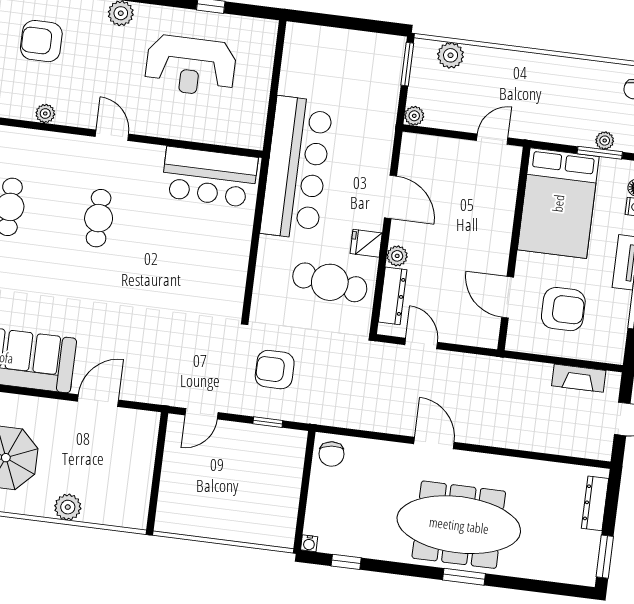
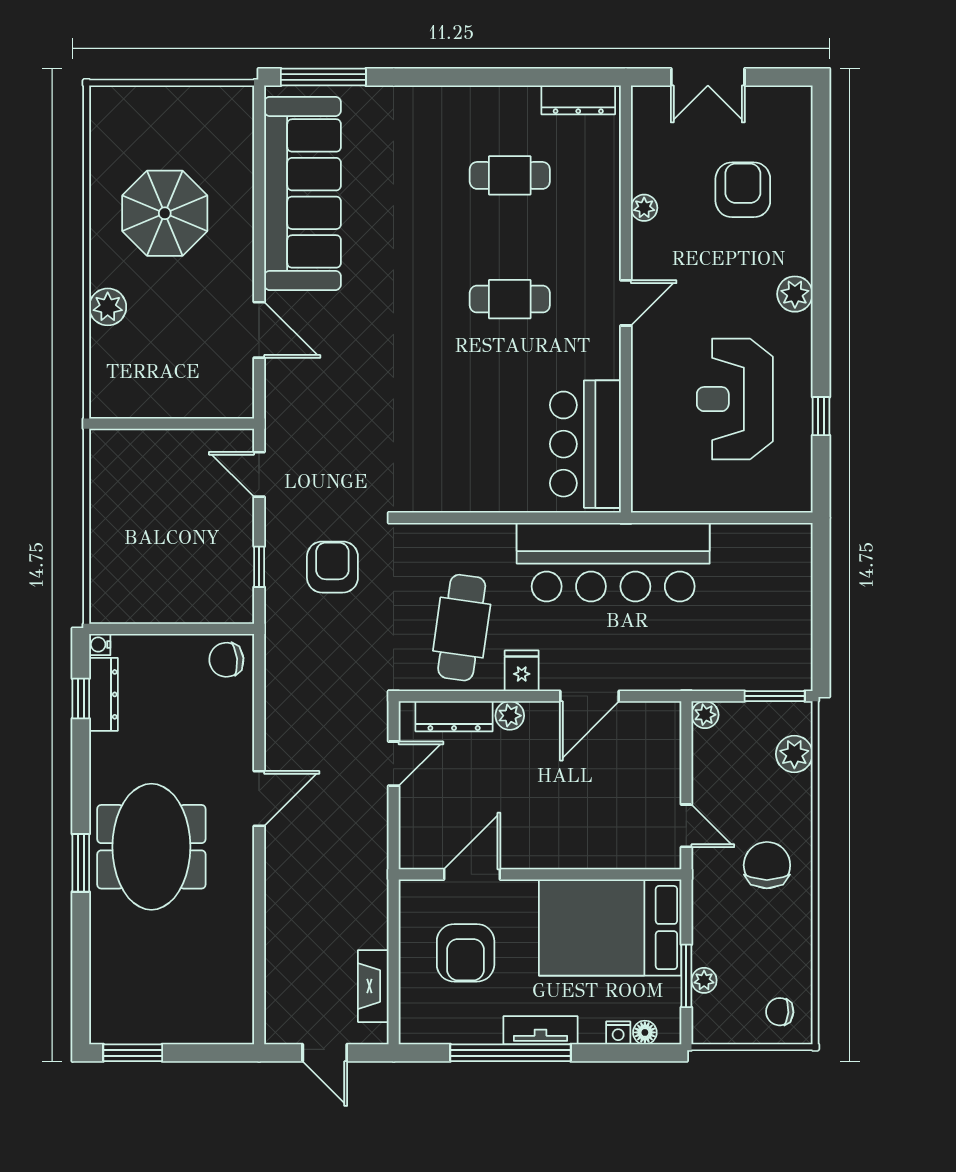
chair: (528, 85) -> (767, 865), added
dresser: (595, 503) -> (104, 694), moved, turned 90
meeting table: (459, 525) -> (151, 847), width x0.73

